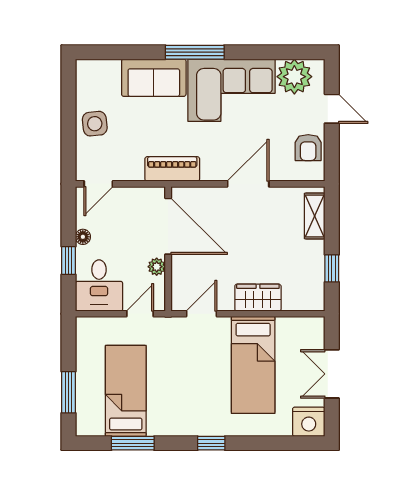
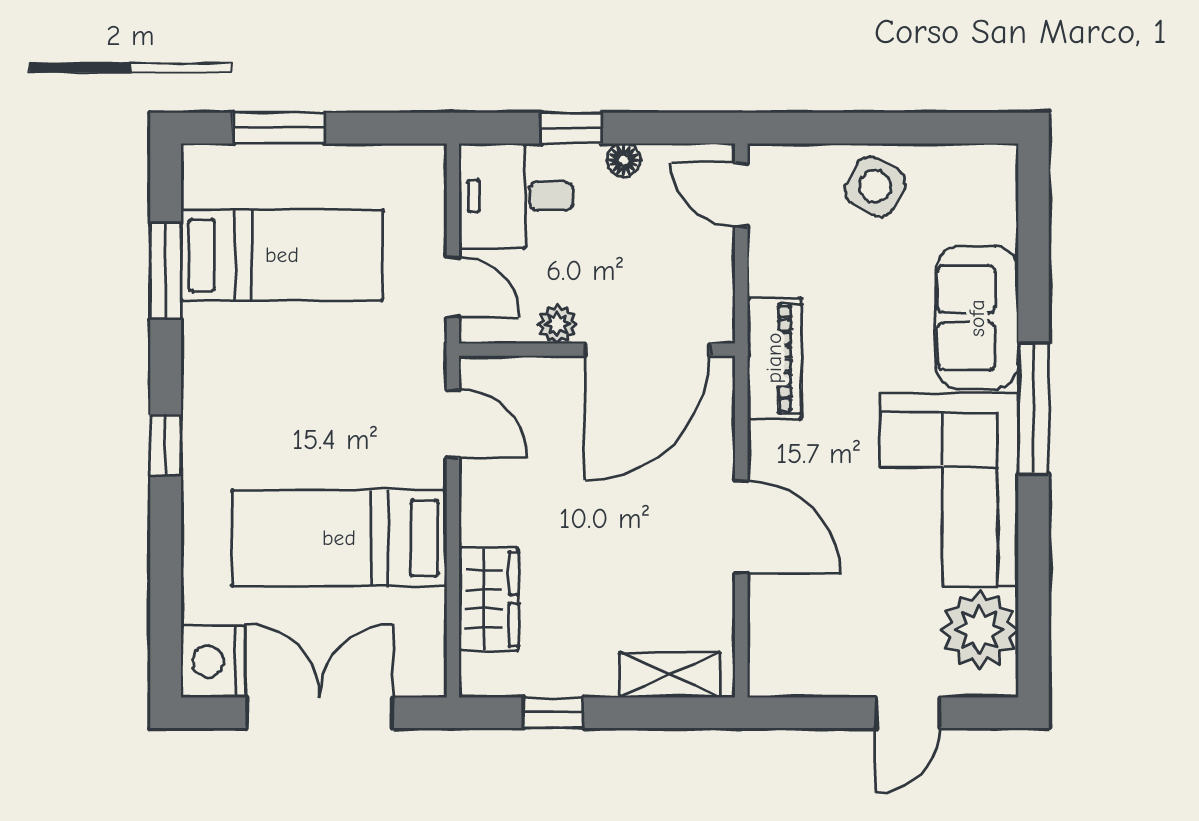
side table: (95, 124) -> (875, 186), turned 34
armchair: (308, 148) -> (822, 660), removed
wardrobe: (258, 298) -> (489, 599), moved
double door: (332, 374) -> (319, 713), width x1.37

